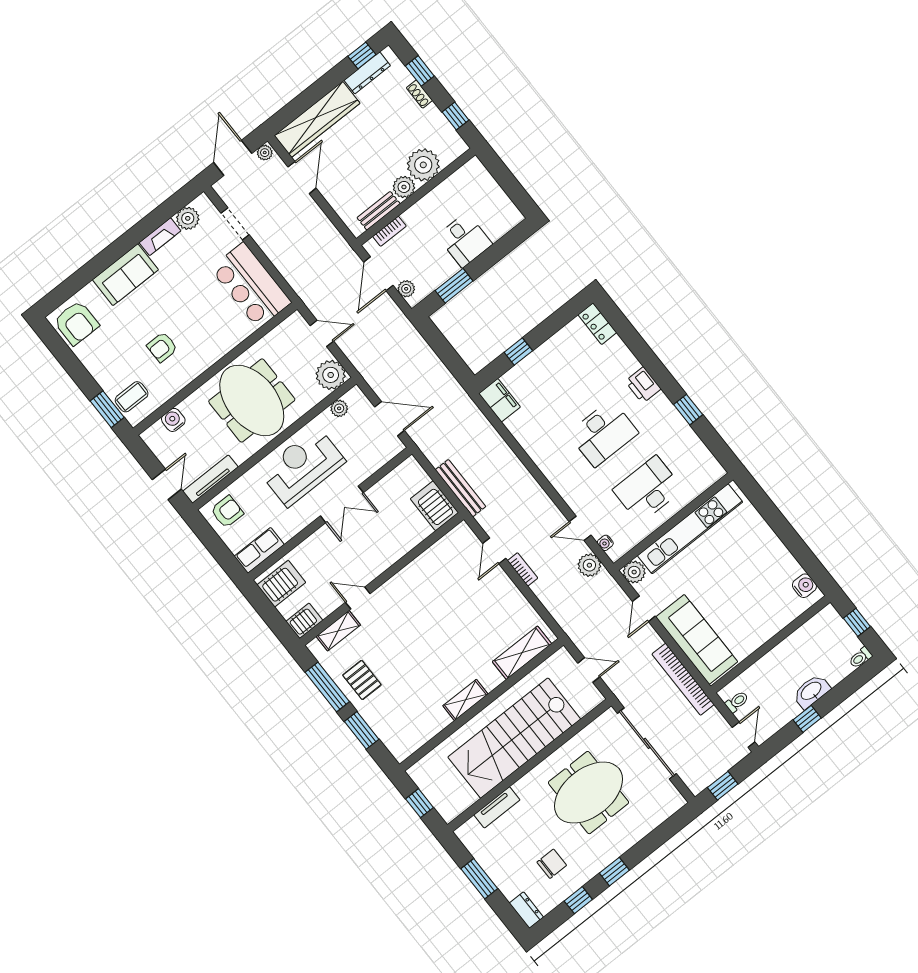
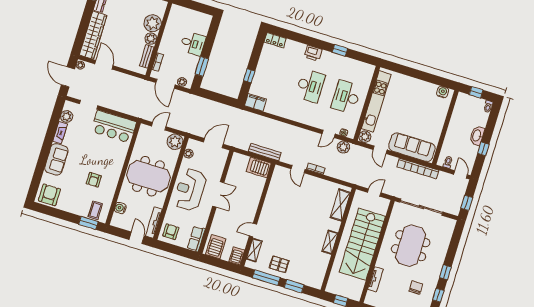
armchair: (76, 323) -> (49, 195), turned -90

